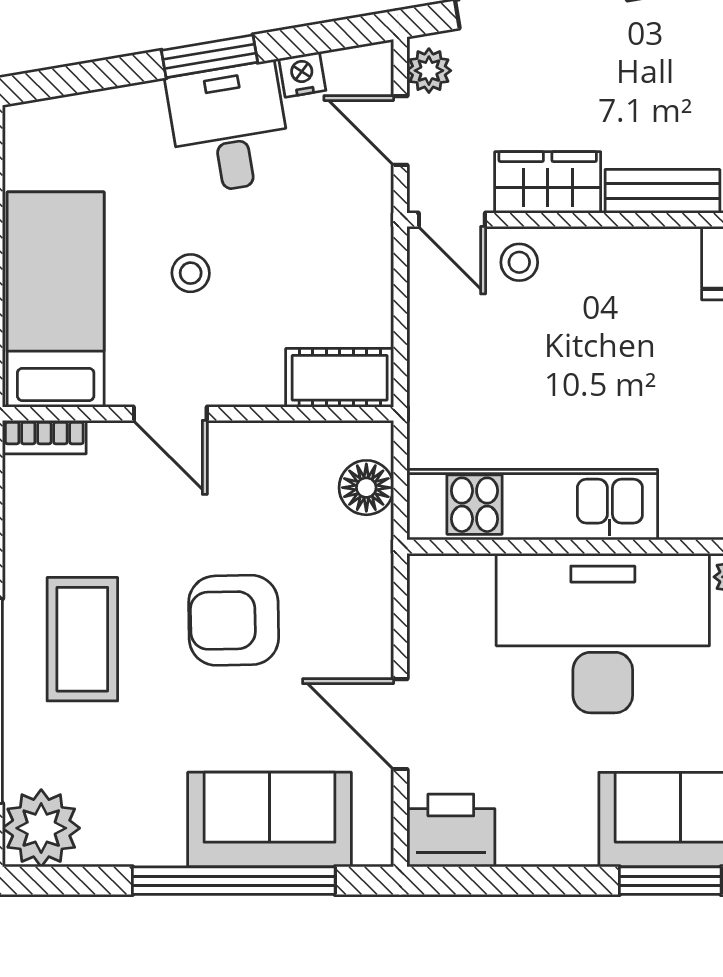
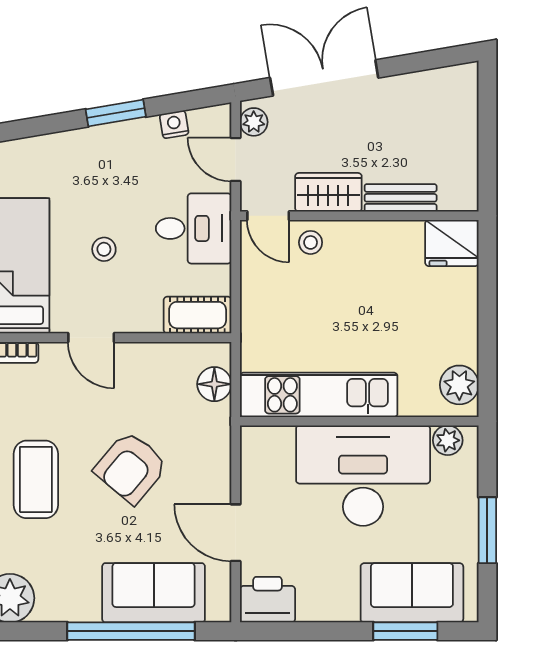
desk: (229, 128) -> (194, 228), moved, turned 100
armchair: (234, 620) -> (131, 468), turned -49

